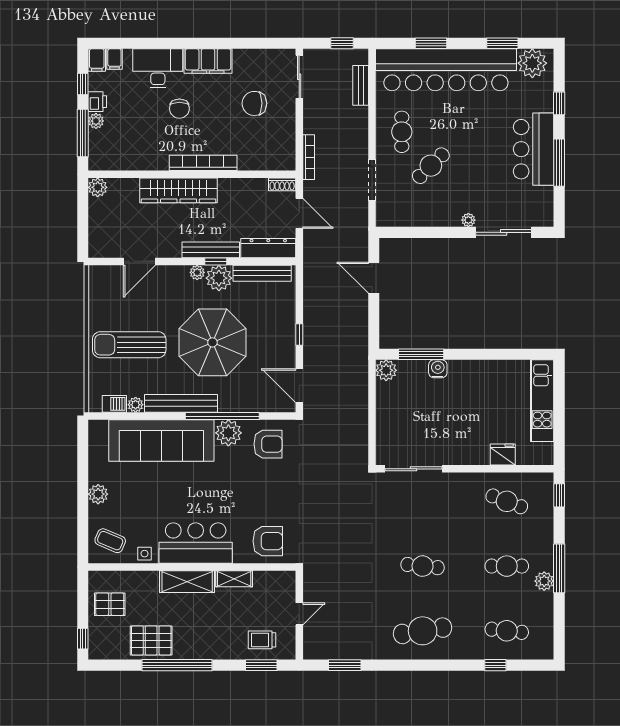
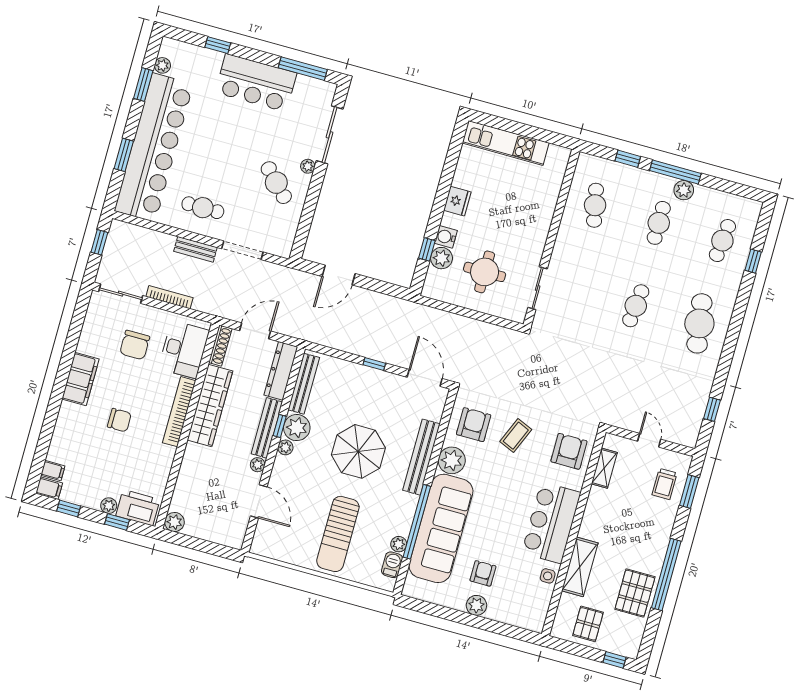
plant: (532, 63) -> (162, 65), width x0.53, depth x0.53
desk: (158, 68) -> (184, 349), moved, turned 180
bench: (361, 85) -> (195, 249), moved
printer: (97, 102) -> (138, 508), moved, width x1.87, depth x1.48
window: (83, 133) -> (117, 522), width x0.46
bookcase: (309, 157) -> (169, 297), moved
window: (559, 163) -> (303, 69), moved
cafe table: (431, 166) -> (276, 183), moved
shoe rack: (282, 184) -> (220, 346), width x1.43
wardrobe: (179, 190) -> (210, 406), moved
plant: (174, 251) -> (258, 465), added
parasol: (212, 342) -> (358, 451), width x0.73, depth x0.73
window: (421, 354) -> (427, 249), width x0.46
plant: (386, 370) -> (442, 258), moved
door: (299, 386) -> (425, 378), swing flipped
bench: (181, 403) -> (421, 457), moved
round table: (415, 415) -> (485, 272), added
window: (222, 416) -> (417, 522), moved
fridge: (503, 454) -> (457, 201), moved, turned 180
sliding door: (413, 469) -> (538, 288), width x0.73
armchair: (130, 492) -> (483, 573), added
window: (559, 495) -> (628, 159), moved
cafe table: (507, 501) -> (595, 205), turned -33
coffee table: (110, 541) -> (516, 436), moved
shelving: (234, 579) -> (604, 468), moved
shelving: (187, 582) -> (580, 567), moved
window: (345, 665) -> (712, 409), width x0.67

